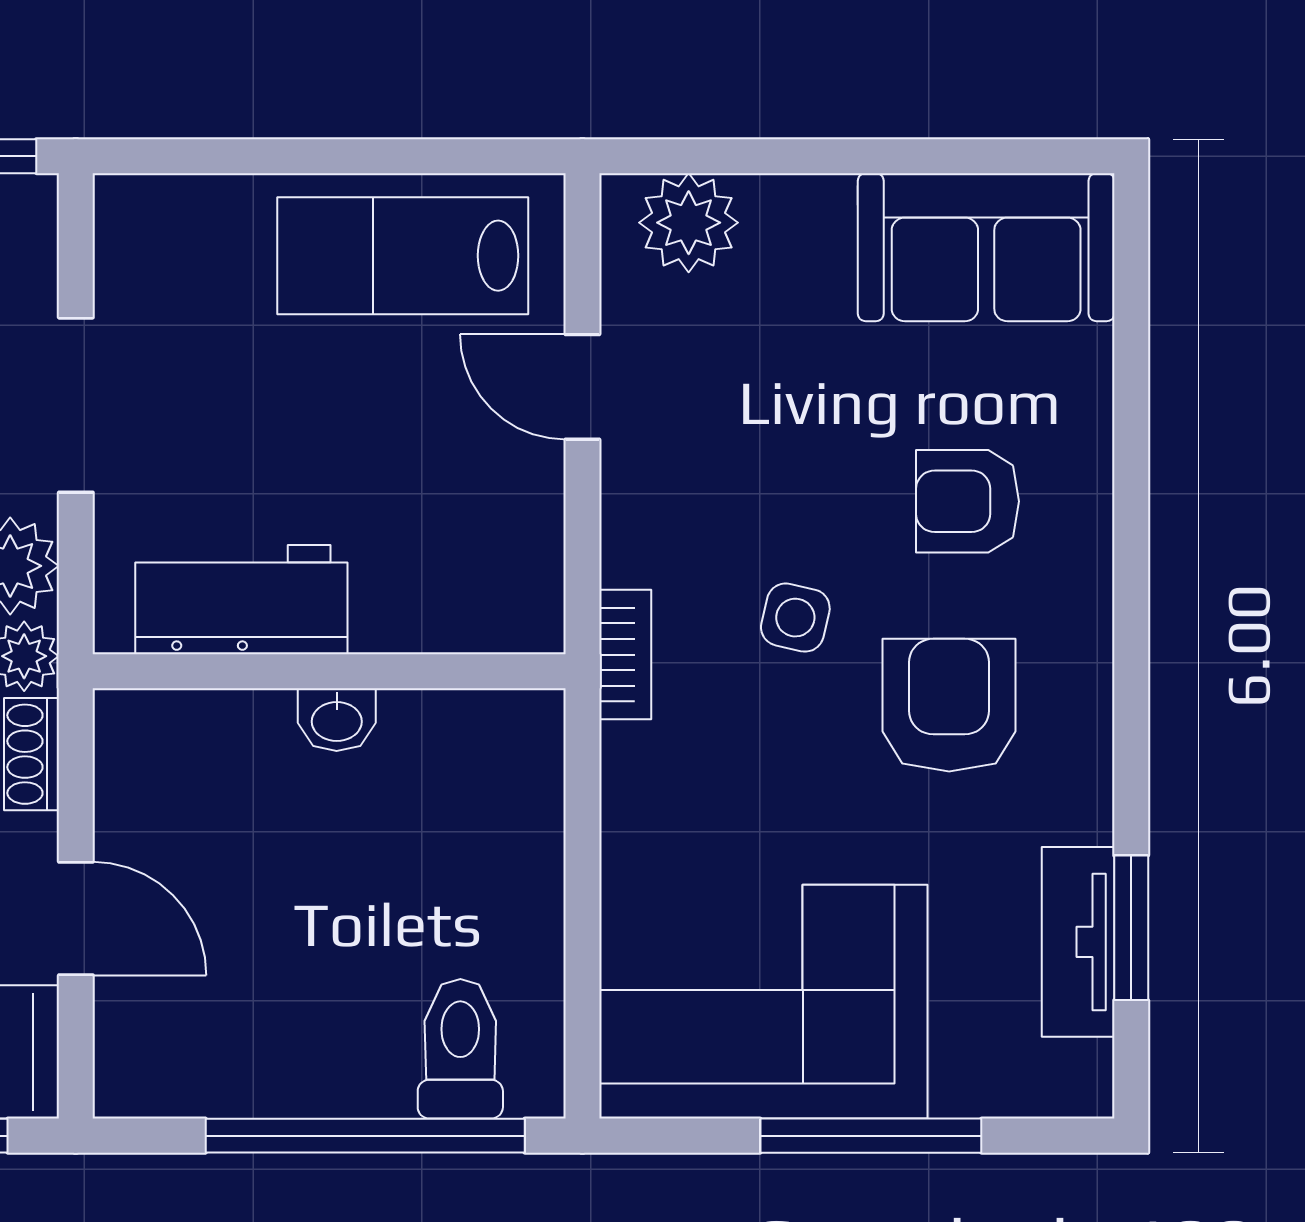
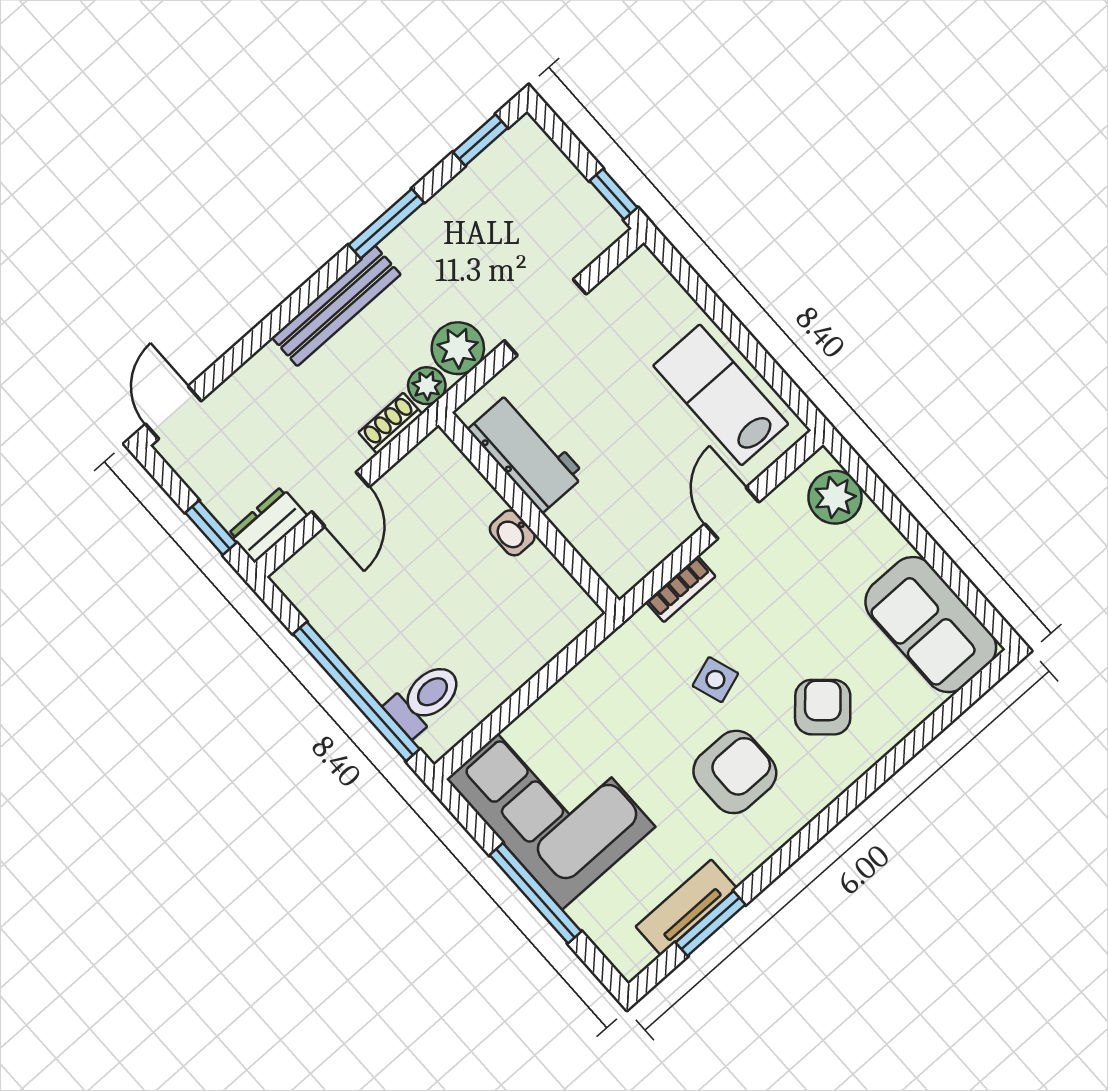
armchair: (968, 501) -> (823, 707), turned 42
side table: (795, 618) -> (715, 680), turned -32
bookcase: (625, 655) -> (681, 589), moved

